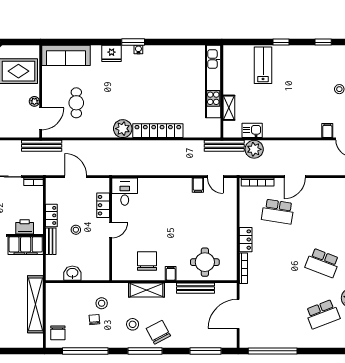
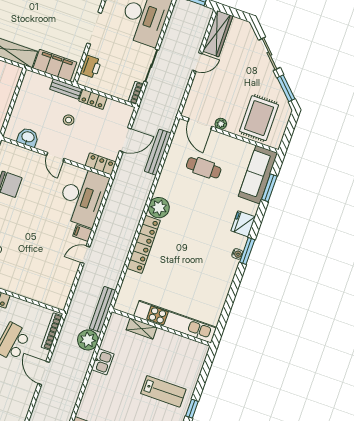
window: (74, 42) -> (269, 188), added
lab bench: (263, 65) -> (163, 391), moved
kitchen sink: (252, 130) -> (103, 362), moved
bench: (42, 146) -> (158, 152), moved
door: (215, 177) -> (85, 255), moved
filing cabinet: (198, 185) -> (82, 233), moved
desk: (125, 192) -> (83, 197), width x1.87, depth x1.30
locker: (103, 205) -> (101, 164), moved
filing cabinet: (26, 246) -> (55, 65), moved, turned 90
washbasin: (72, 273) -> (28, 137), moved, turned -90

